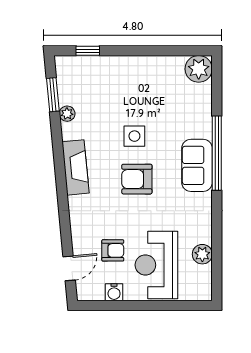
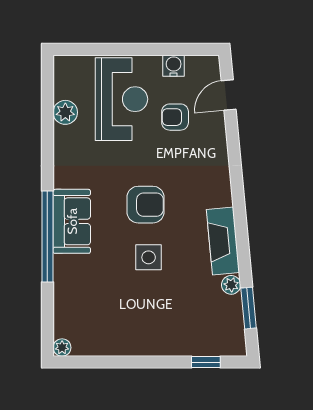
plant: (199, 69) -> (62, 348), width x0.53, depth x0.53
fireplace: (75, 167) -> (223, 241), moved

